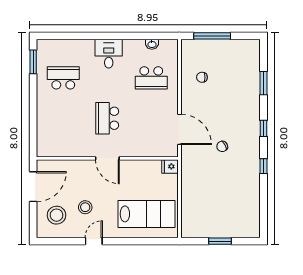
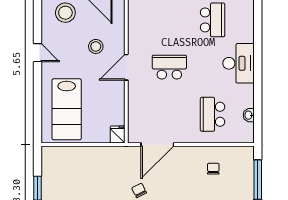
desk: (109, 54) -> (239, 63), width x1.37
stool: (85, 207) -> (96, 46), moved

